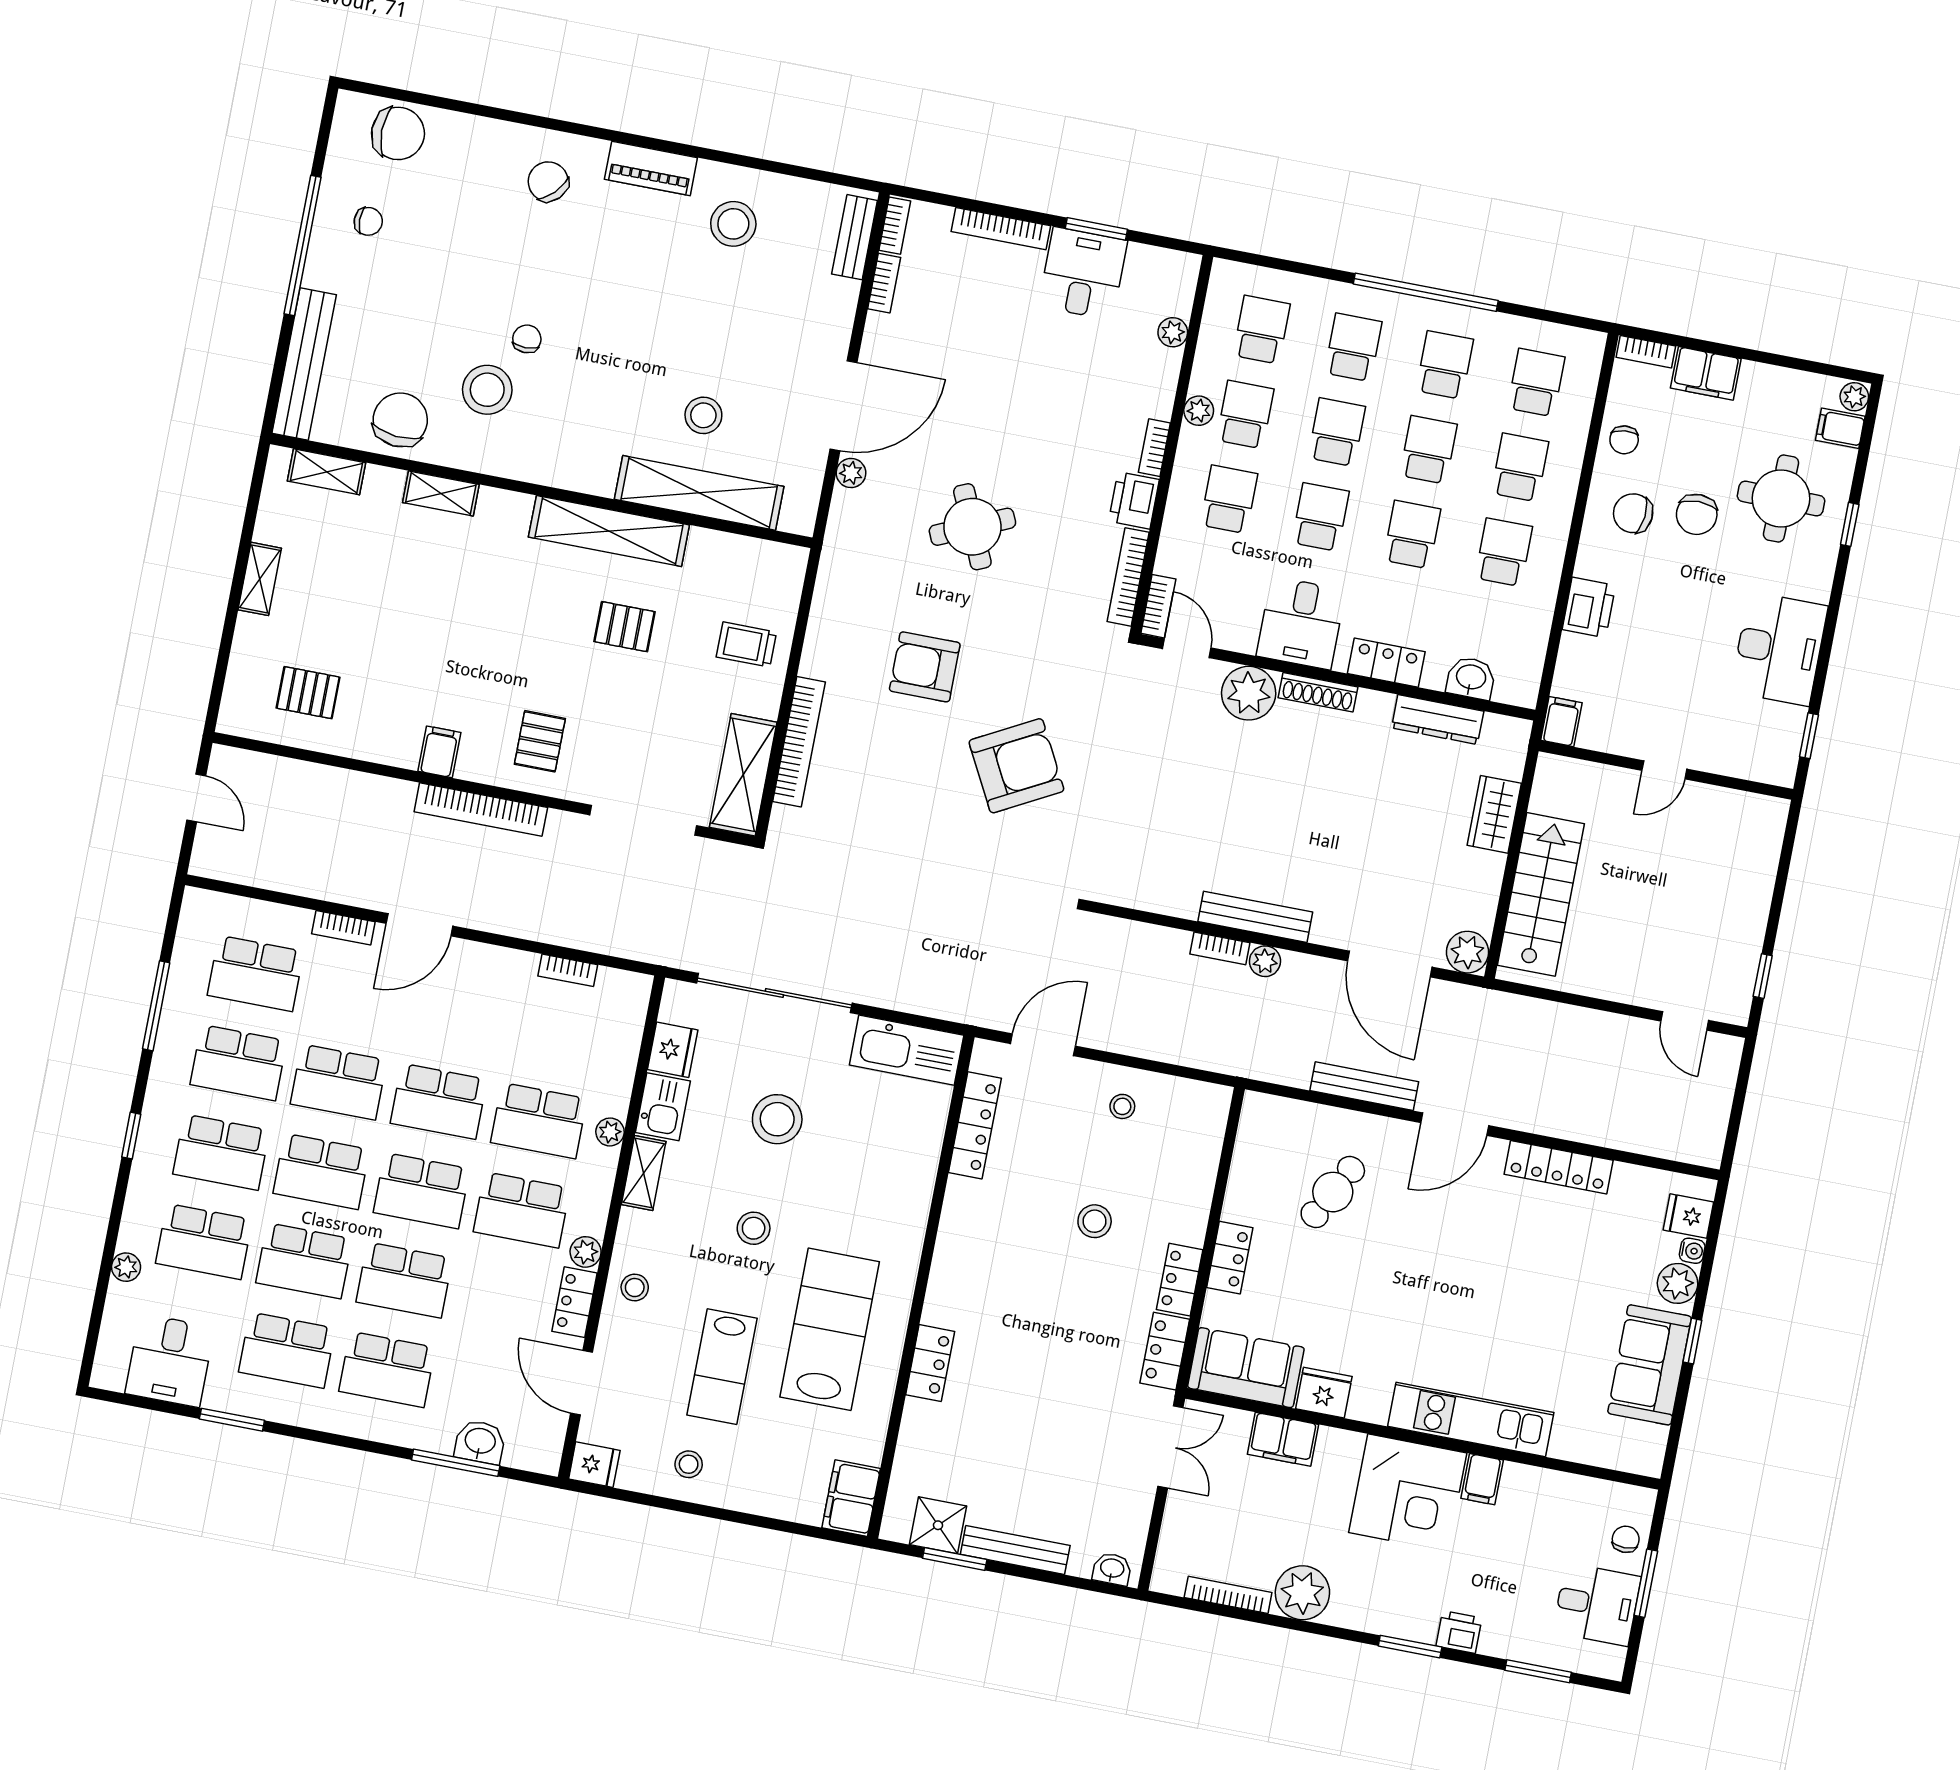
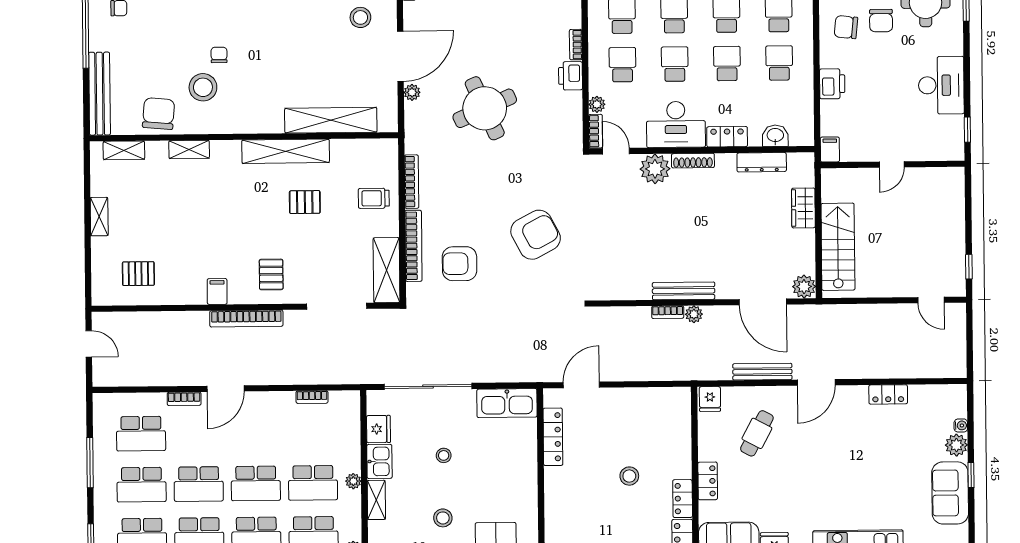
plant: (1199, 411) -> (597, 104), moved
stool: (703, 415) -> (360, 17), moved
round table: (972, 527) -> (485, 108), width x1.36, depth x1.36
bookcase: (1128, 577) -> (412, 182), moved, turned 180
desk: (1301, 623) -> (676, 124), width x1.37
armchair: (925, 667) -> (460, 264), moved
stool: (1122, 1106) -> (632, 410), removed
stool: (777, 1119) -> (444, 455), width x0.53, depth x0.53
locker: (1559, 1167) -> (888, 394), width x0.66
fridge: (1688, 1216) -> (710, 399), moved, turned -90

